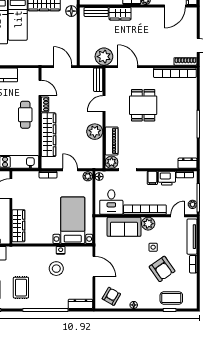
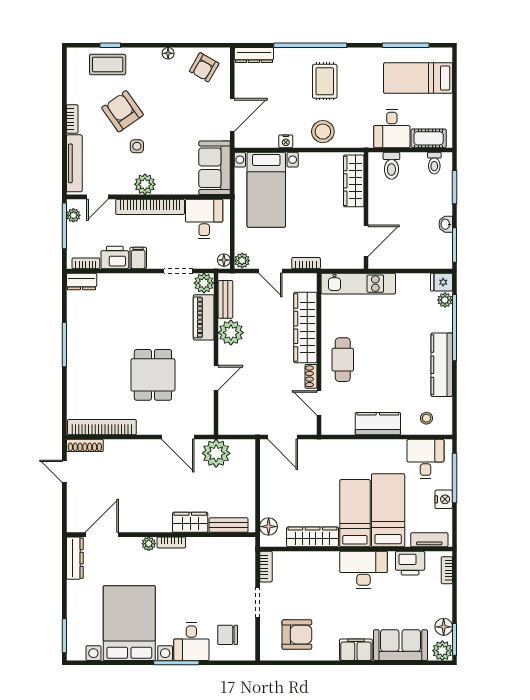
bench: (98, 80) -> (225, 299), moved
sofa: (124, 227) -> (215, 168), moved, turned -90
door: (94, 267) -> (232, 115), swing flipped
stool: (56, 269) -> (323, 132), moved
rug: (21, 288) -> (325, 81), moved

